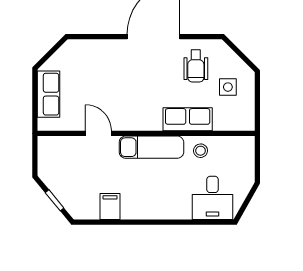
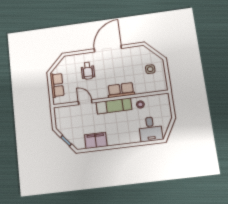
wheelchair: (196, 66) -> (88, 71), moved
row of seats: (188, 119) -> (121, 90), moved
filing cabinet: (110, 207) -> (96, 140), width x2.00

